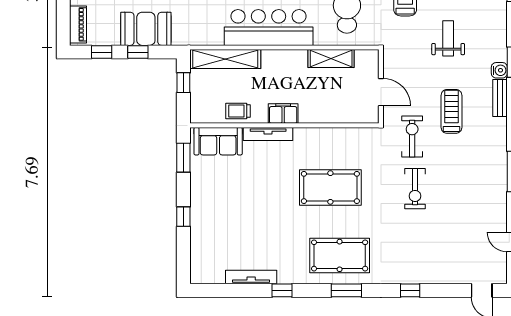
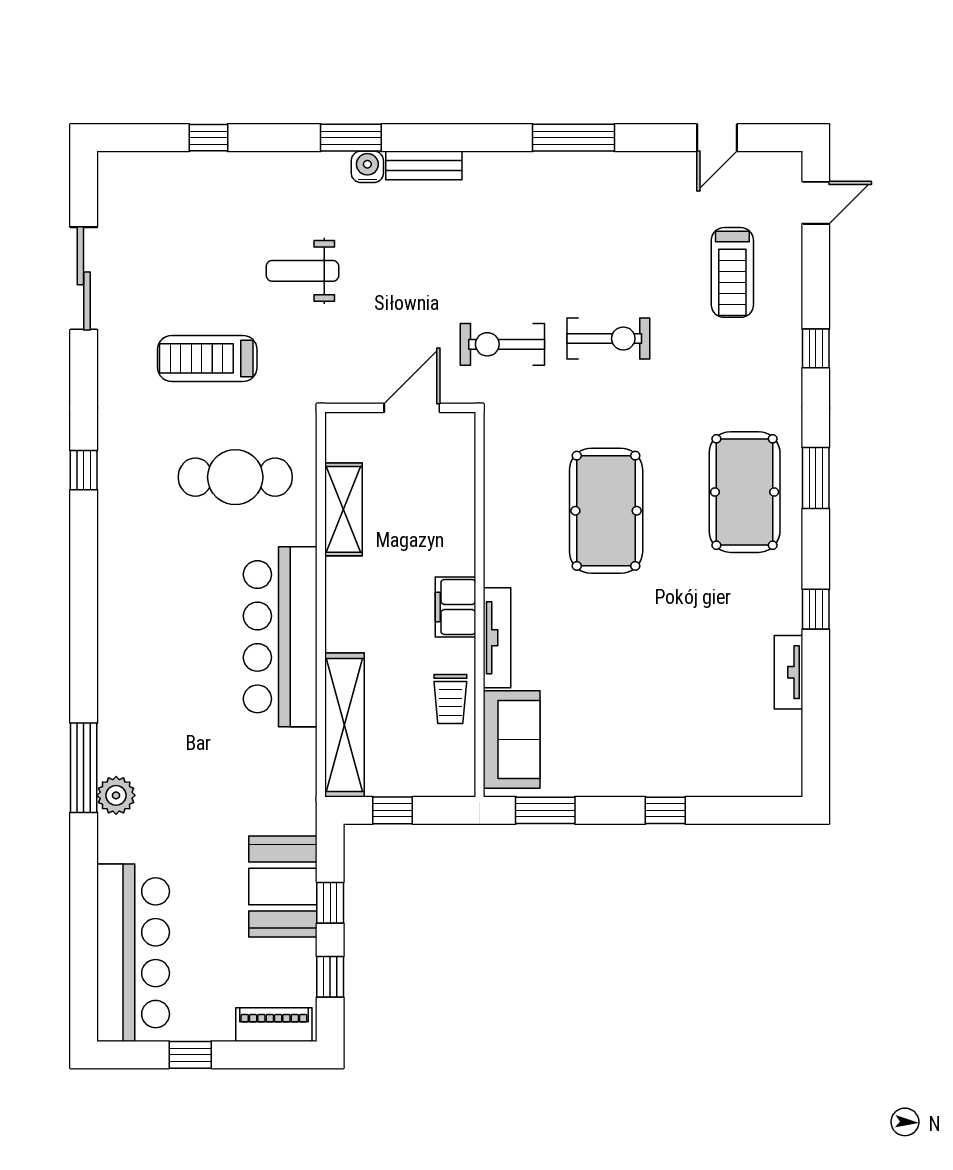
treadmill: (451, 111) -> (732, 272), moved, turned -90
tv unit: (251, 277) -> (788, 672), width x0.71

